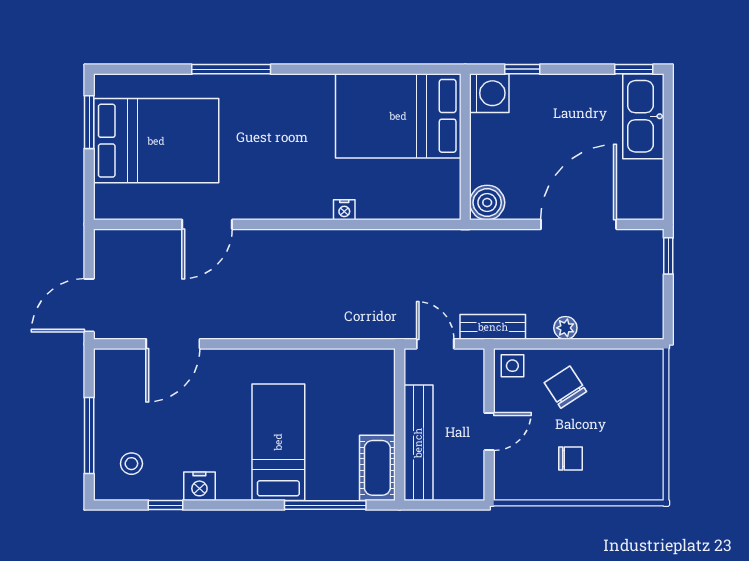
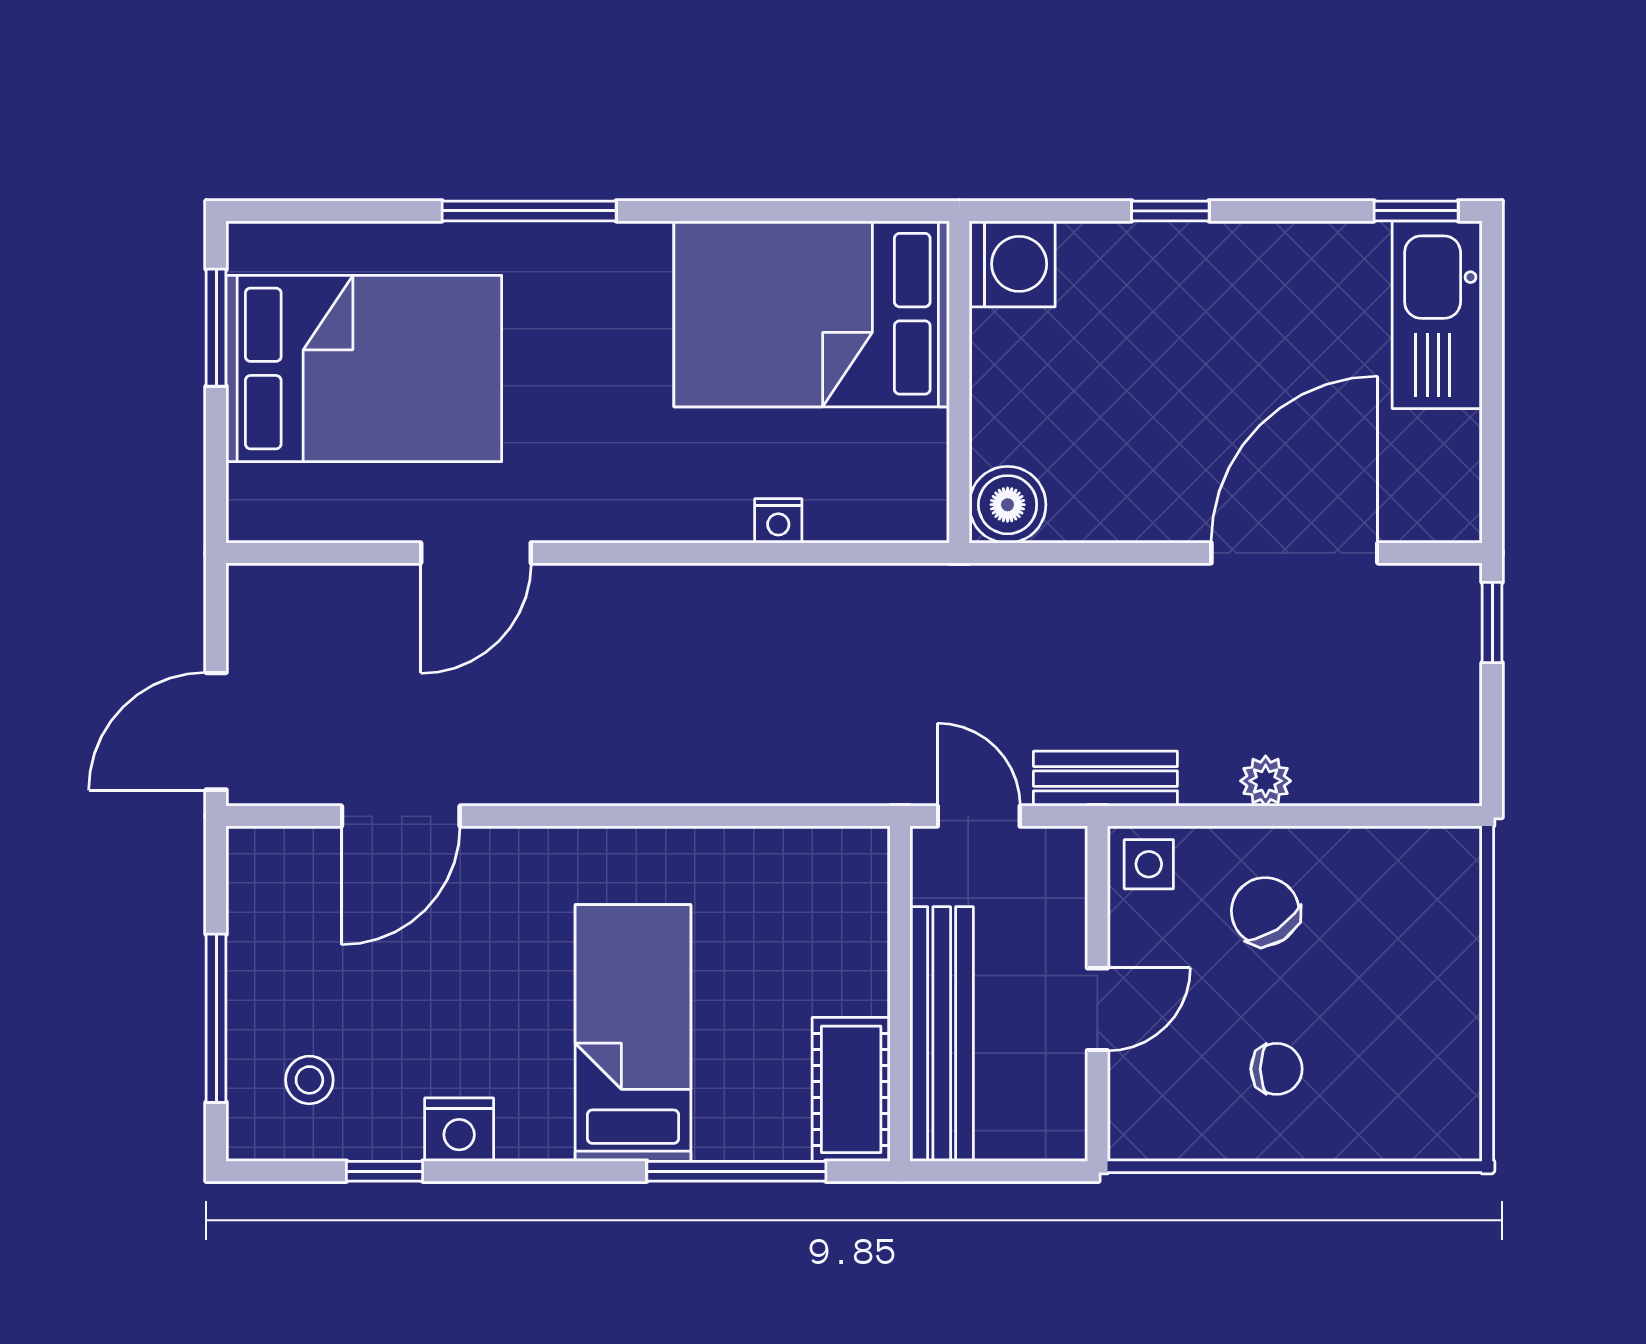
washing machine: (489, 93) -> (1012, 264), moved
bed: (398, 116) -> (812, 314), moved
wall: (465, 147) -> (959, 382), moved
boiler: (487, 203) -> (1008, 505), moved

